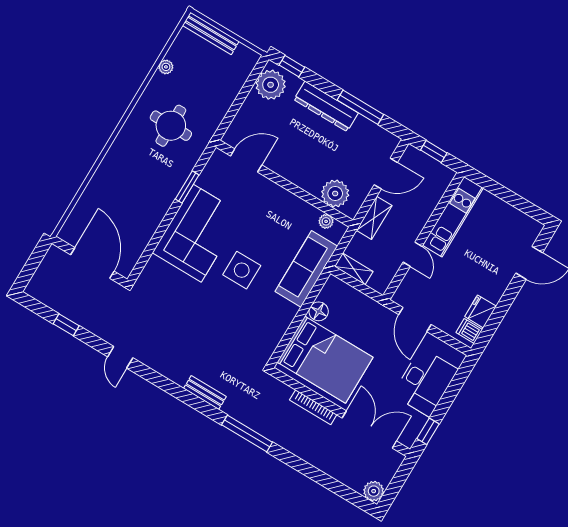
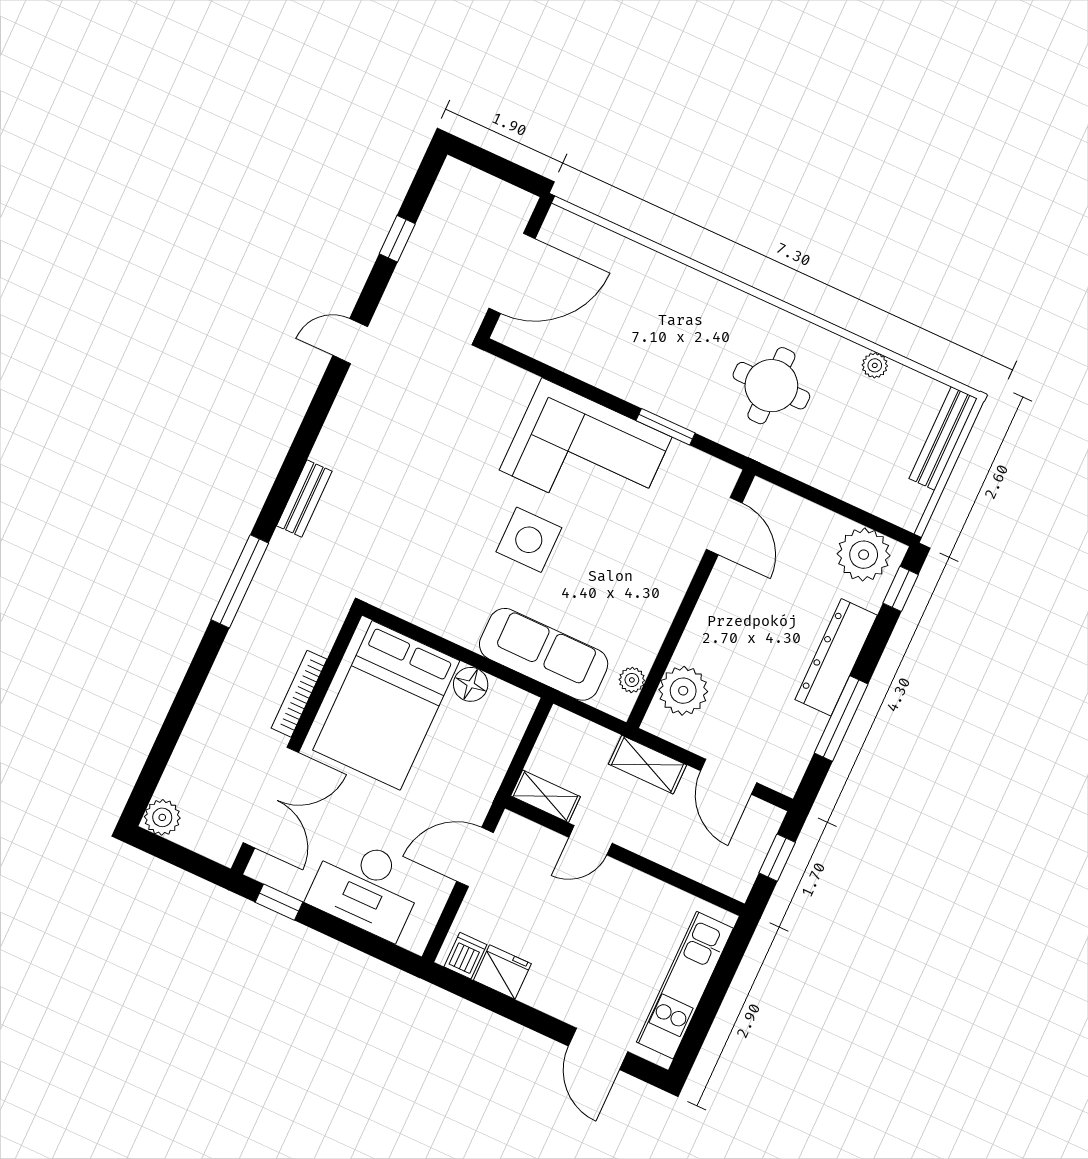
kitchen unit: (453, 217) -> (685, 985), moved, turned 90
shelving: (354, 269) -> (545, 796), moved, turned 90

